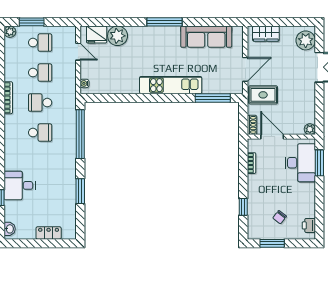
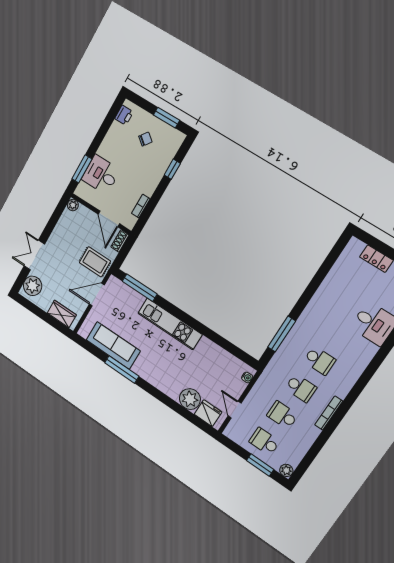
window: (165, 22) -> (122, 369), moved
school desk: (40, 133) -> (320, 361), turned 180
window: (80, 134) -> (282, 334), width x0.68
desk: (300, 163) -> (101, 175), width x0.73
window: (80, 191) -> (317, 280), removed

